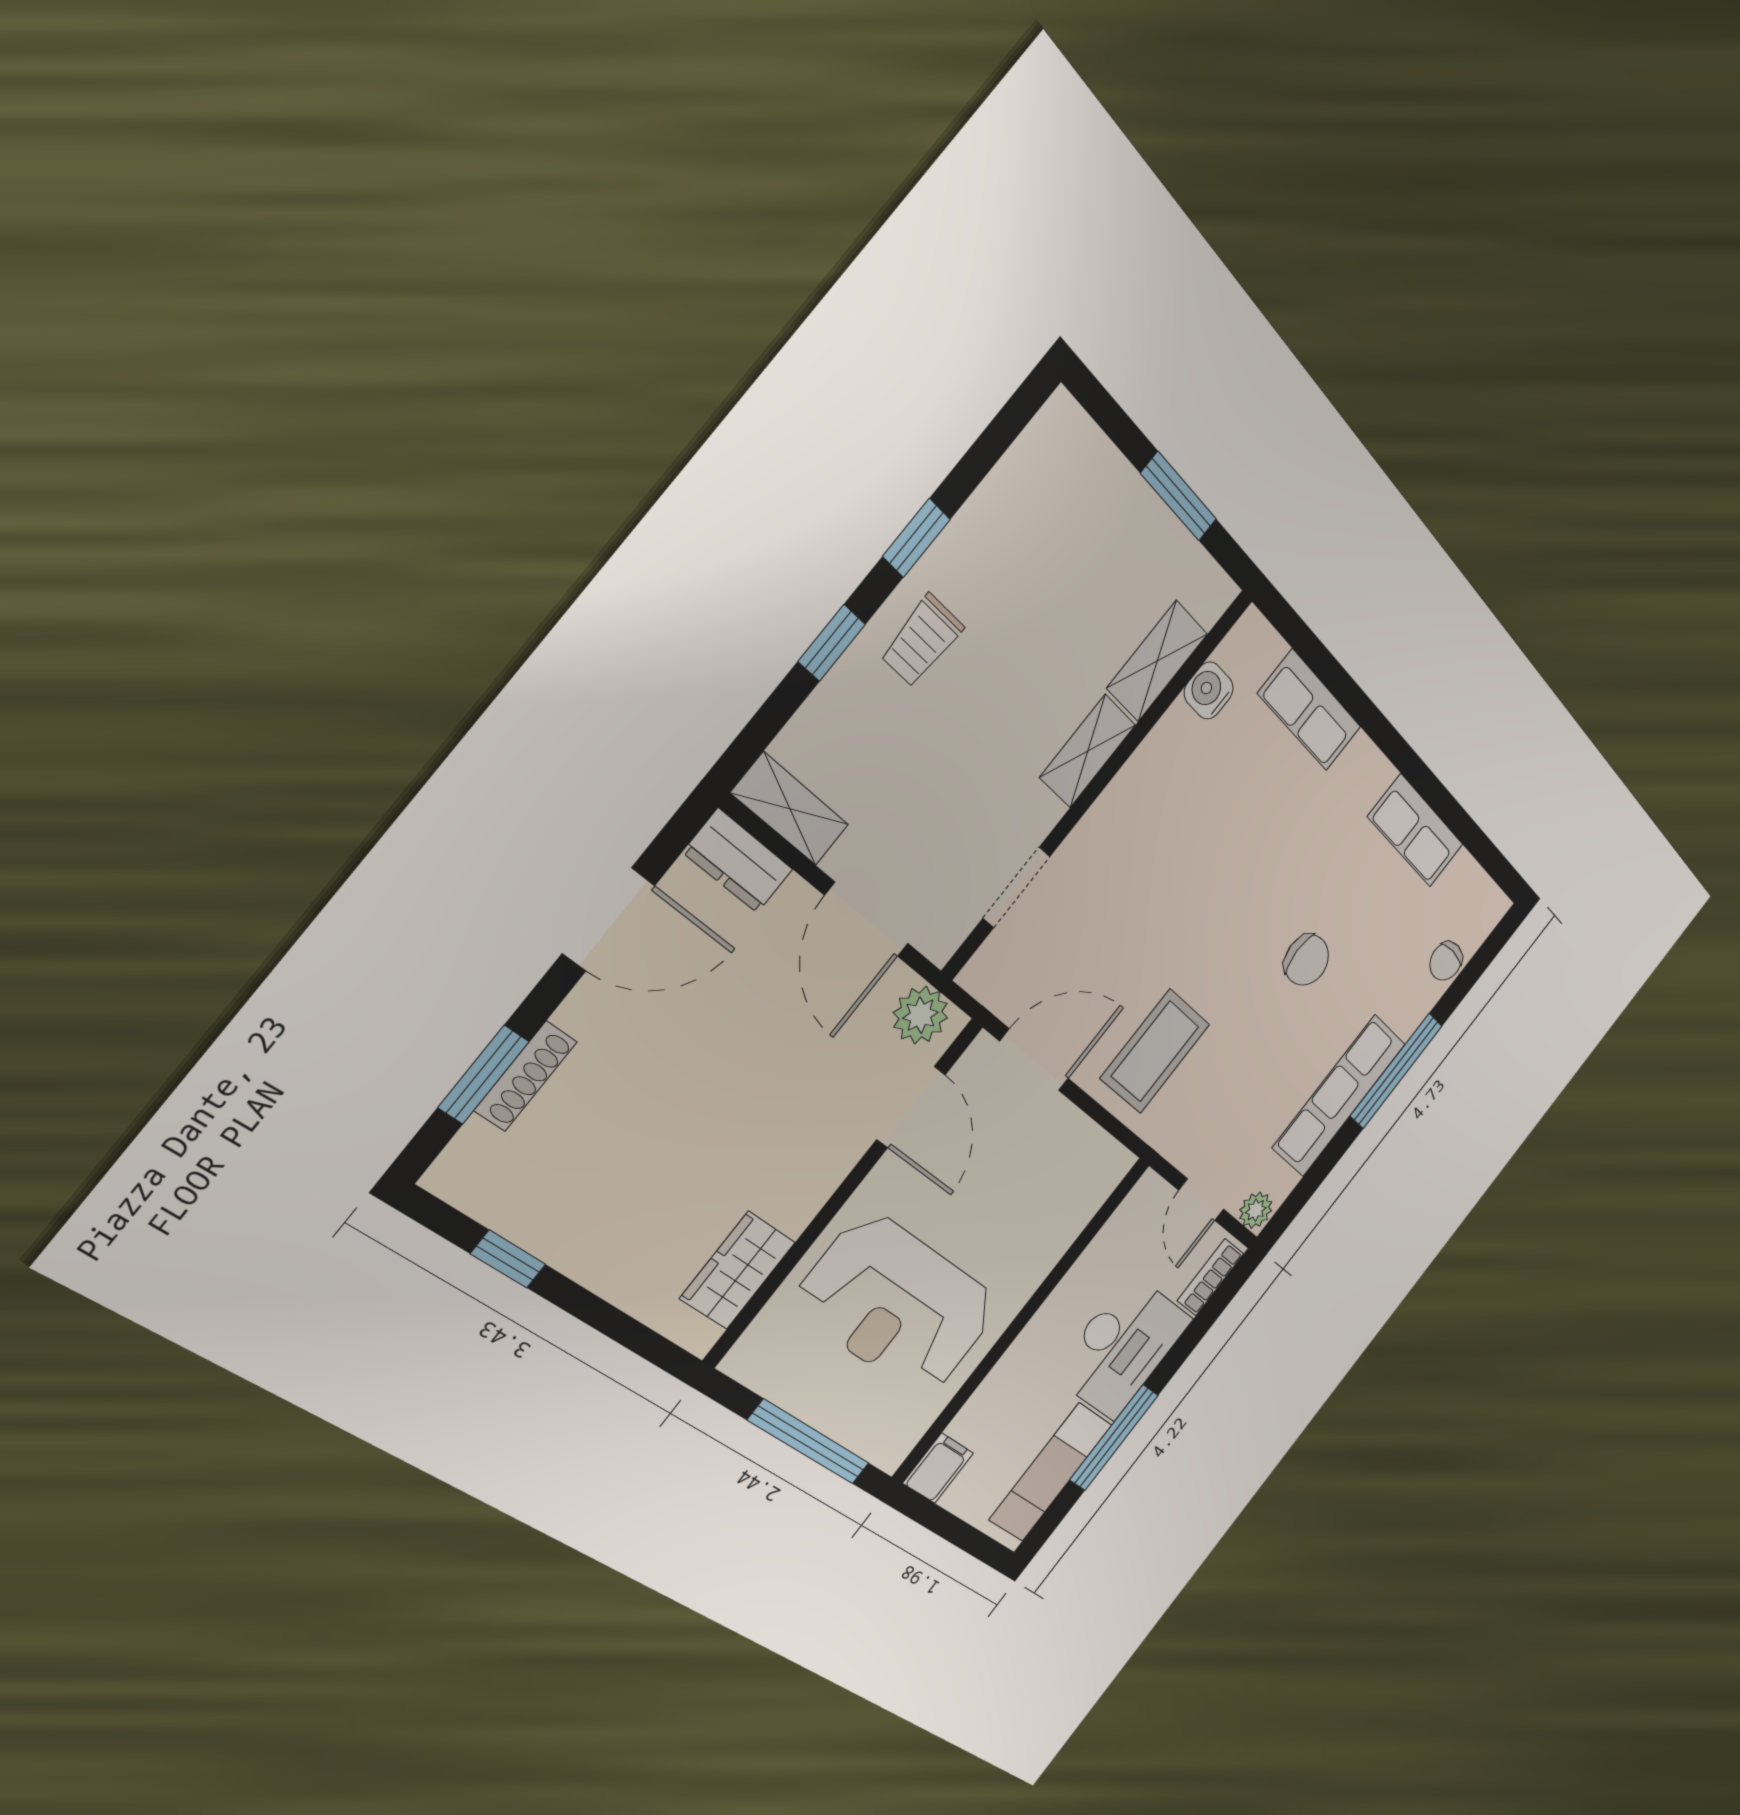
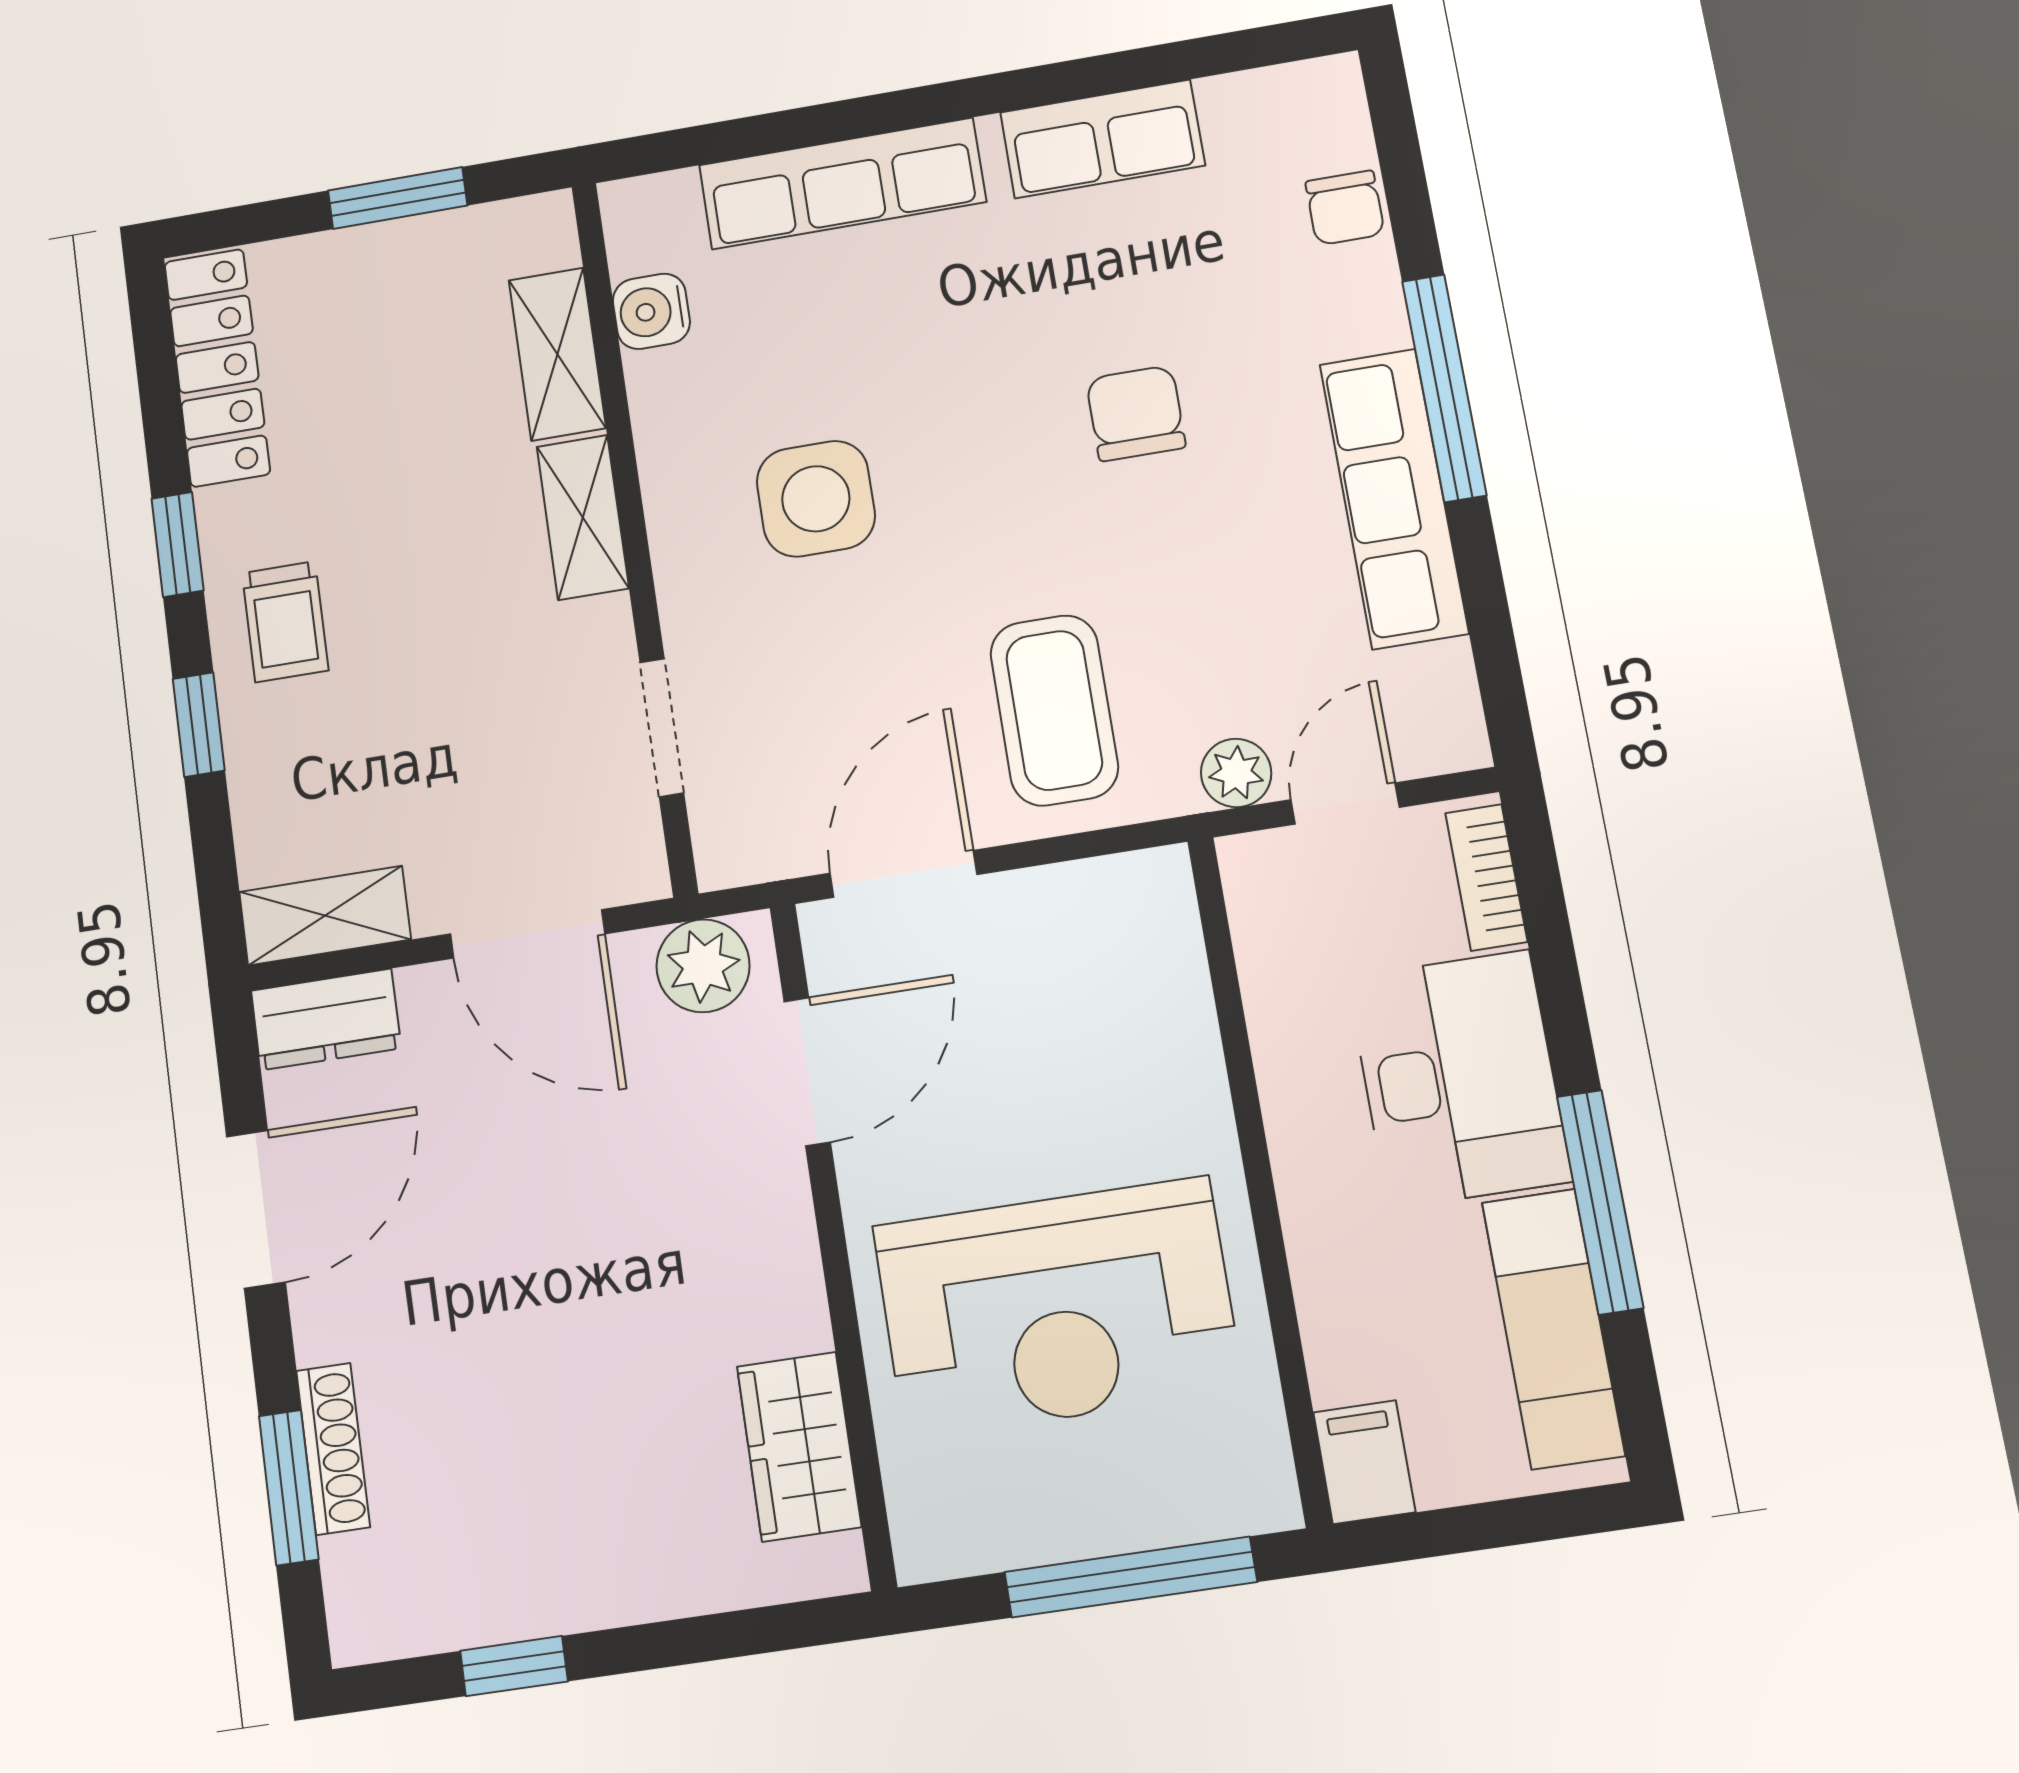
locker: (1025, 472) -> (217, 367), added
row of seats: (1310, 710) -> (842, 184), width x1.48
side table: (1175, 856) -> (816, 499), added
chair: (1307, 960) -> (1136, 413), turned -88
door: (911, 1107) -> (807, 1071), hinge flipped
door: (1201, 1200) -> (1345, 803), swing flipped
plant: (1256, 1210) -> (1236, 773), moved

